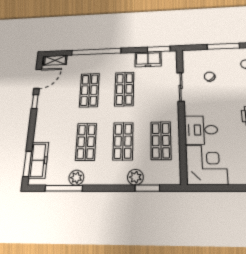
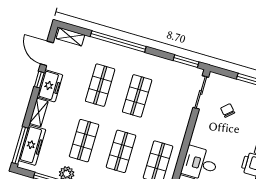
freezer: (148, 59) -> (50, 86), moved, turned -90
door: (38, 79) -> (47, 53), swing flipped
sliding door: (181, 87) -> (201, 92), moved
shelving: (39, 129) -> (39, 112), added
window: (27, 164) -> (20, 145), width x1.44

